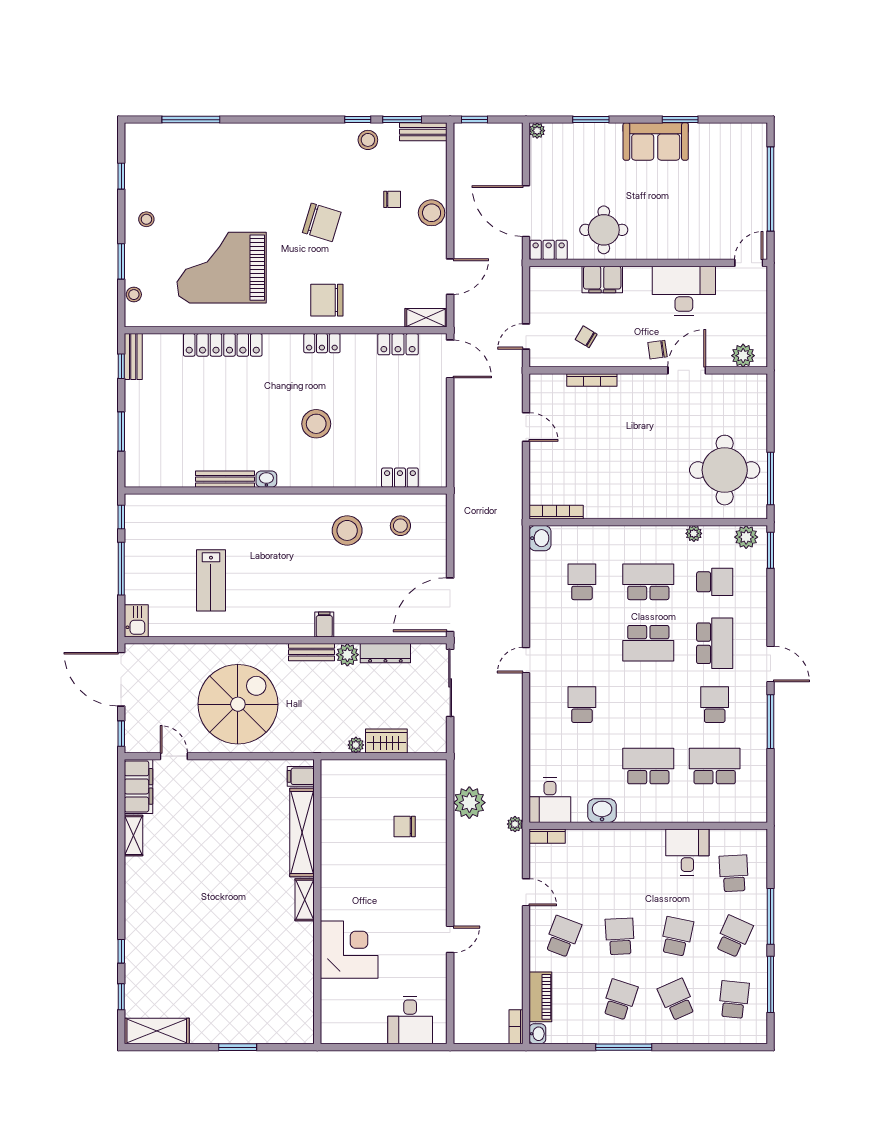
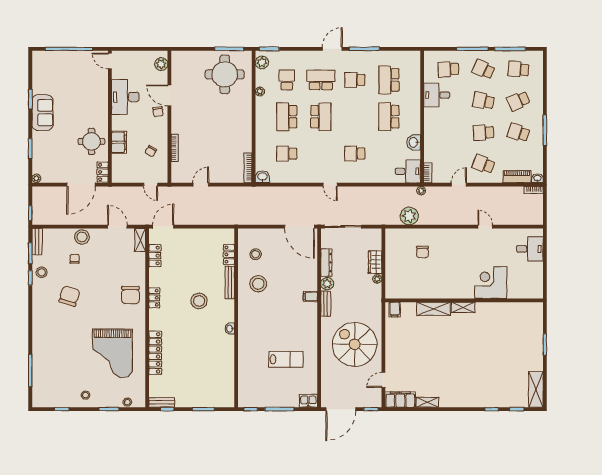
chair: (322, 222) -> (69, 296), moved
bench: (225, 479) -> (230, 282), moved
shelving: (302, 832) -> (434, 309), width x0.68

